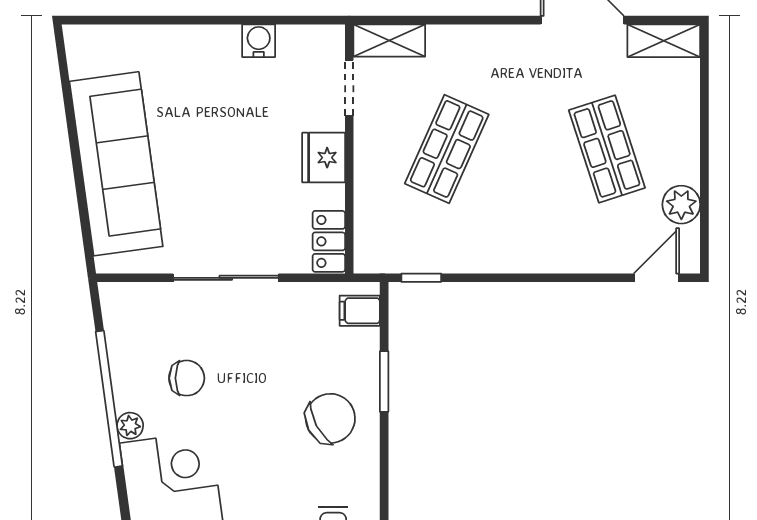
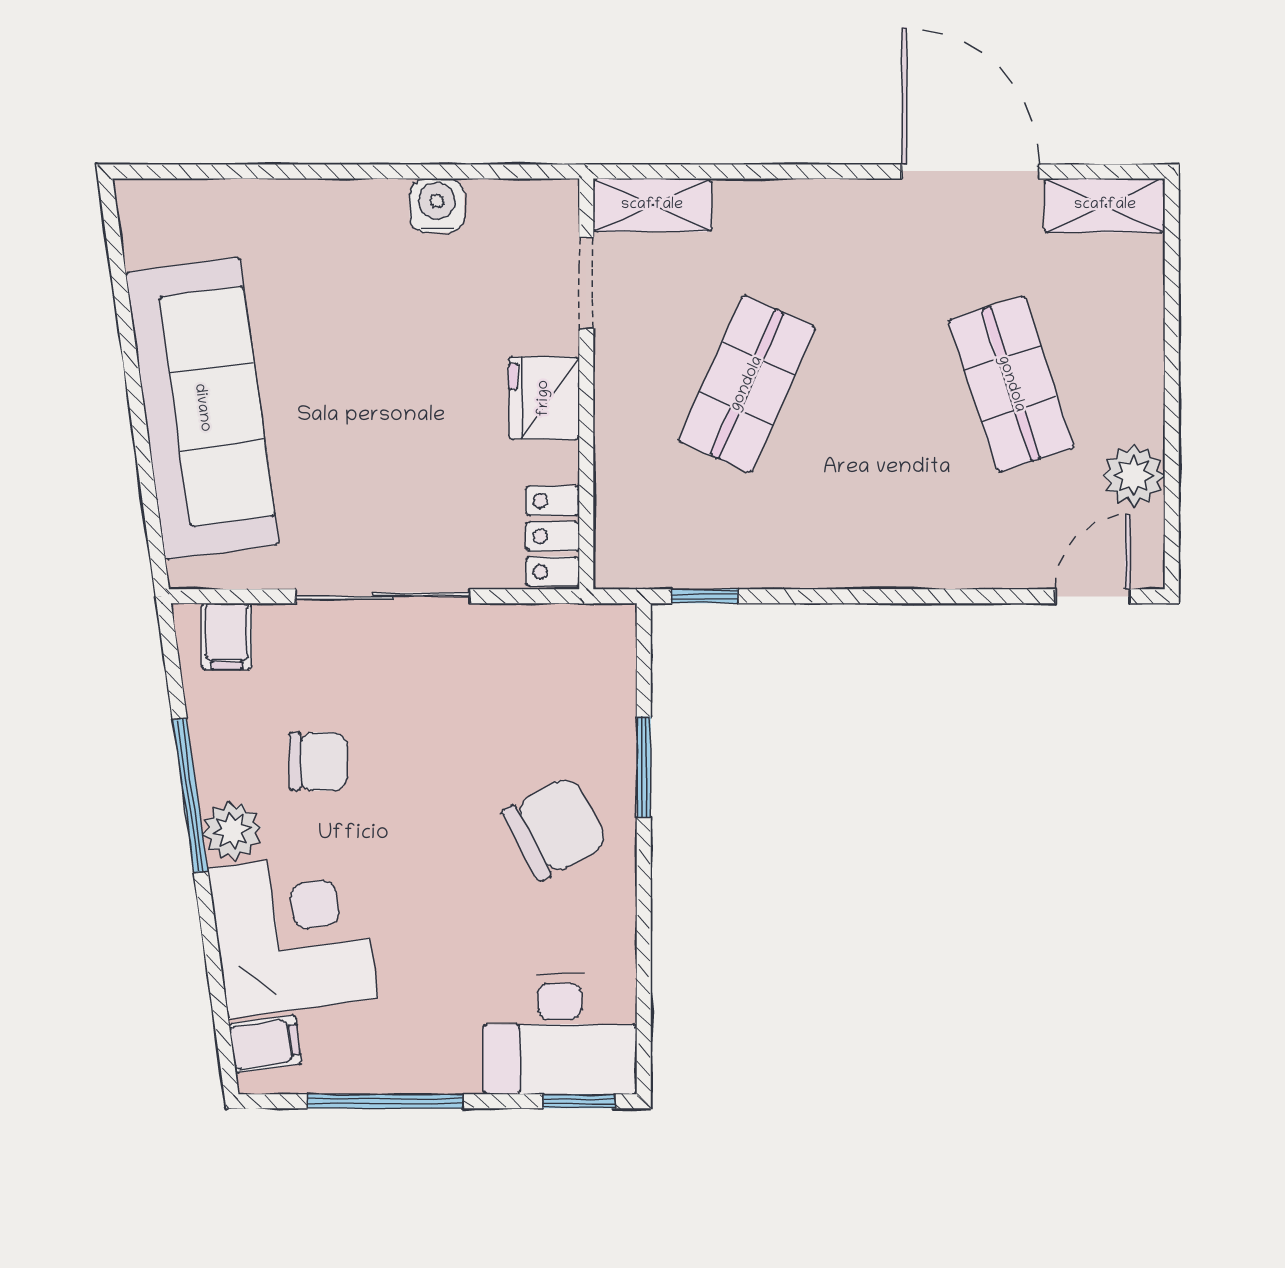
filing cabinet: (360, 311) -> (227, 636), moved, turned -90
window: (109, 399) -> (190, 796), width x0.68
plant: (130, 426) -> (232, 831), width x1.38, depth x1.38

